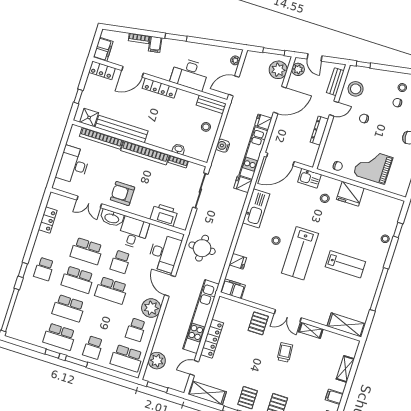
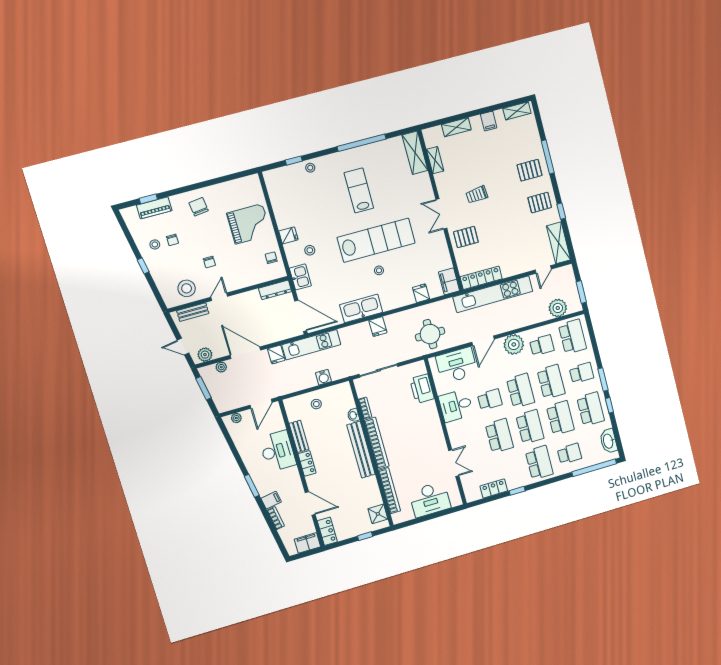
door: (315, 57) -> (183, 347), swing flipped
window: (363, 64) -> (143, 266), moved
plant: (278, 70) -> (221, 367), width x0.53, depth x0.53
door: (234, 86) -> (261, 404), hinge flipped
locker: (160, 88) -> (307, 463), width x0.66
bench: (211, 104) -> (299, 436), moved
door: (334, 109) -> (219, 297), hinge flipped
bench: (121, 129) -> (361, 450), moved
dresser: (319, 131) -> (275, 290), moved
grand piano: (373, 166) -> (249, 224), turned -90
fridge: (243, 184) -> (378, 327), moved
armchair: (123, 193) -> (427, 439), removed
fridge: (350, 194) -> (288, 235), width x0.53, depth x0.75
washbasin: (112, 218) -> (608, 441), moved, turned 180
lab bench: (300, 253) -> (376, 240), width x1.36
school desk: (44, 269) -> (539, 463), width x1.85
window: (23, 270) -> (517, 491), moved
school desk: (35, 297) -> (569, 454), added
double door: (288, 316) -> (441, 214), swing flipped
school desk: (102, 319) -> (551, 382), added
shelving: (311, 330) -> (435, 160), moved
locker: (212, 339) -> (481, 278), moved
door: (194, 368) -> (543, 269), hinge flipped

